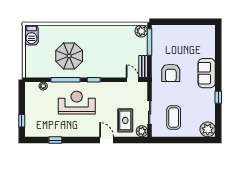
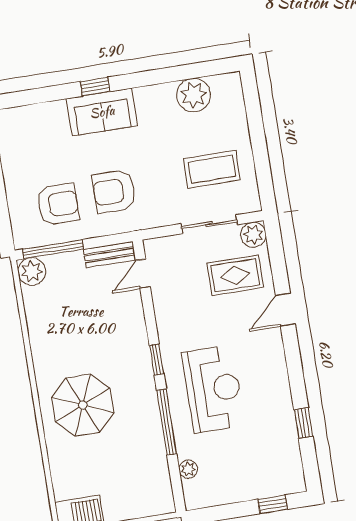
armchair: (169, 47) -> (58, 204), added
parasol: (69, 56) -> (83, 405), moved
armchair: (171, 73) -> (114, 191), turned 180
window: (218, 97) -> (95, 87), moved
reception desk: (77, 103) -> (213, 389), turned 180
plant: (208, 129) -> (194, 95), moved

